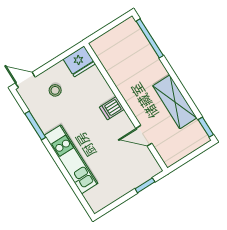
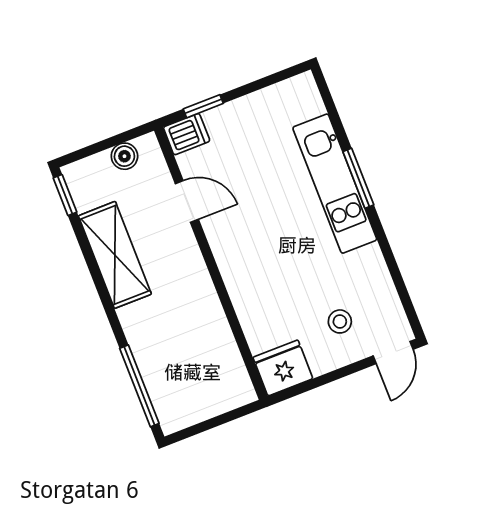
door: (25, 80) -> (393, 353), hinge flipped
dishwasher: (112, 108) -> (187, 134), moved
window: (35, 126) -> (358, 178), moved
boiler: (180, 153) -> (124, 156), added

